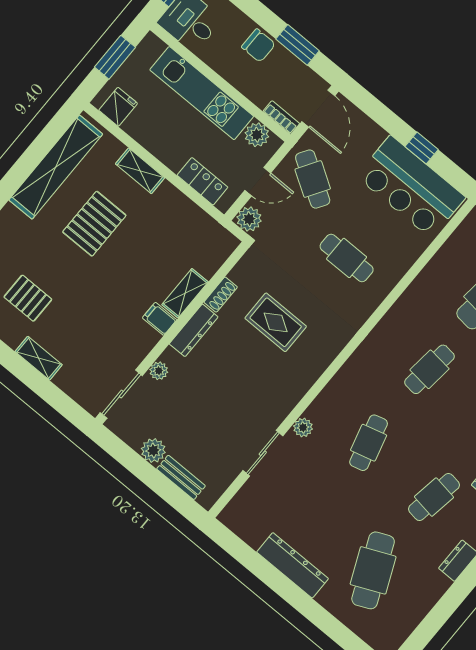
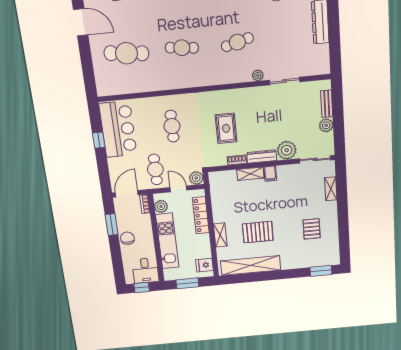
cafe table: (313, 179) -> (155, 169), turned -32
locker: (202, 181) -> (201, 215), width x1.53
shelving: (39, 358) -> (331, 189), moved
plant: (159, 371) -> (287, 150), width x1.87, depth x1.87

